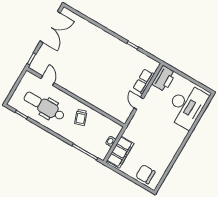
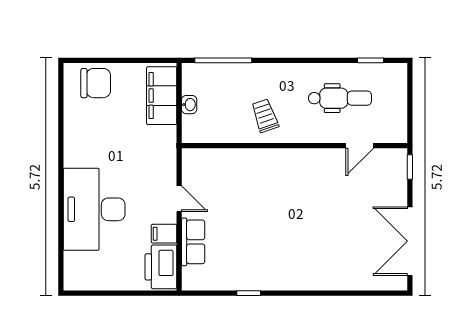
door: (48, 81) -> (360, 146), hinge flipped
filing cabinet: (154, 92) -> (164, 234), added
dental chair: (44, 106) -> (340, 98), width x0.73, depth x0.72
desk: (187, 106) -> (94, 209), moved

